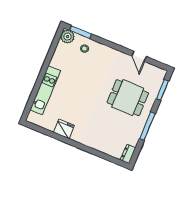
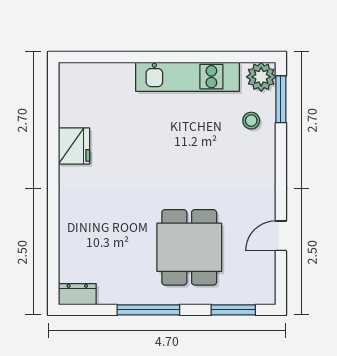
kitchen unit: (45, 90) -> (188, 77), moved

